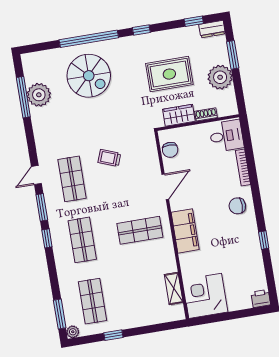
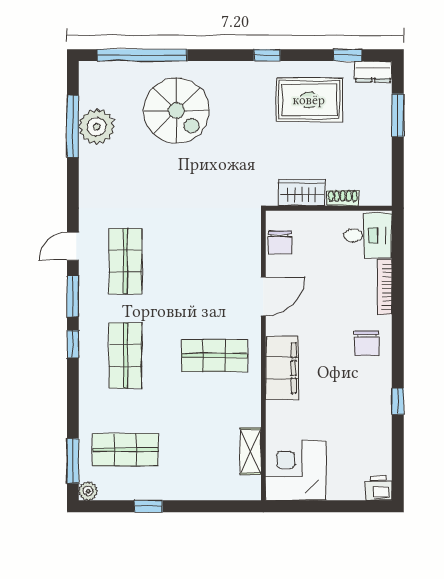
window: (89, 39) -> (142, 55), moved
rug: (169, 74) -> (309, 100), moved
plant: (220, 77) -> (373, 146), removed
trolley: (109, 158) -> (187, 239), removed
chair: (237, 206) -> (367, 343), turned -90
shop shelf: (92, 301) -> (125, 450), turned 90

